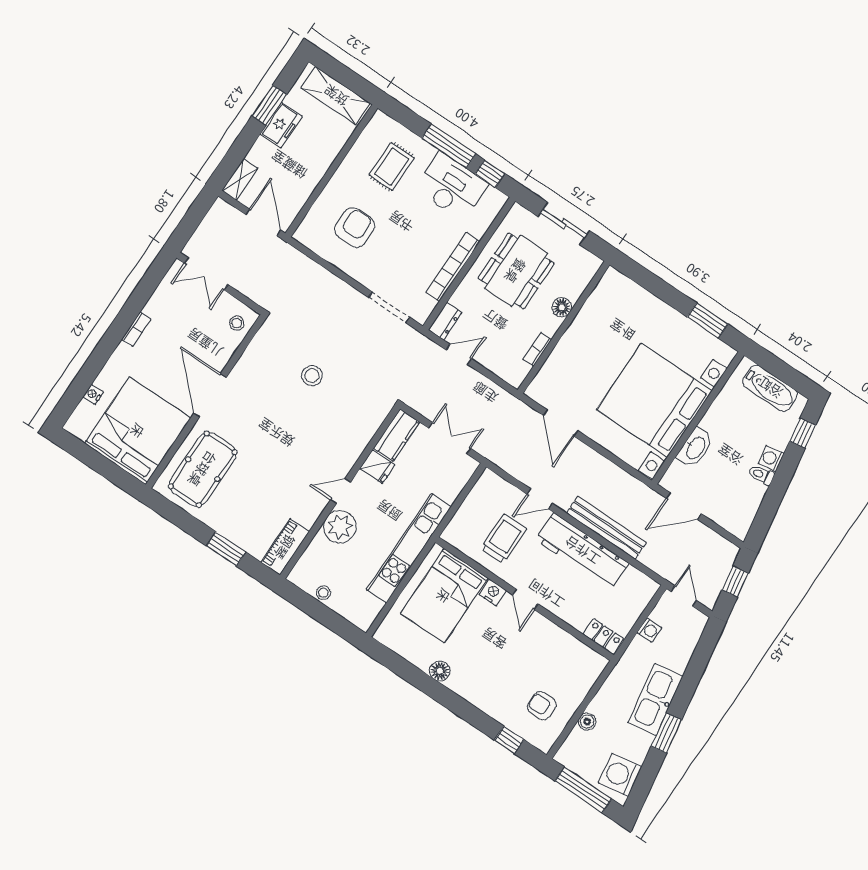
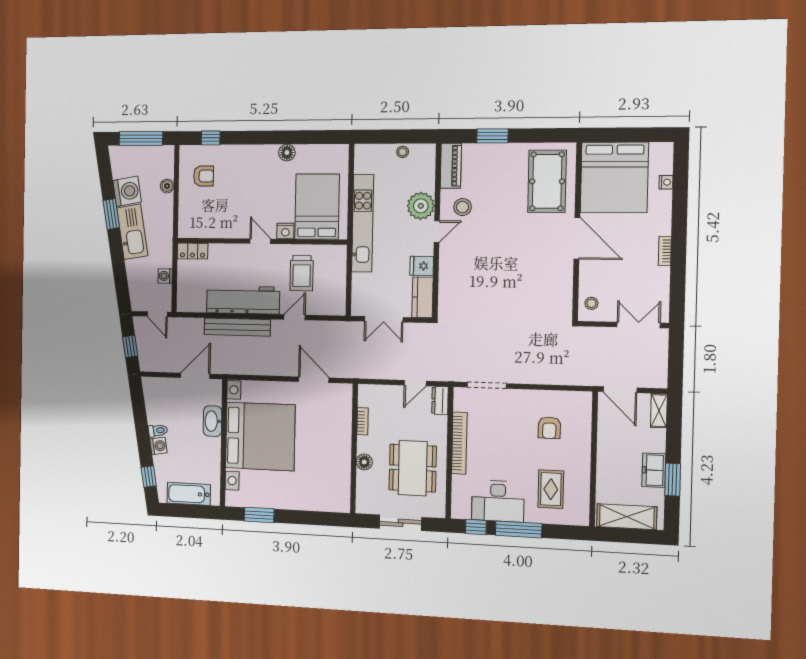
armchair: (355, 228) -> (549, 428), width x0.72, depth x0.72
stool: (312, 376) -> (463, 207), moved
washing machine: (620, 775) -> (127, 191), moved

